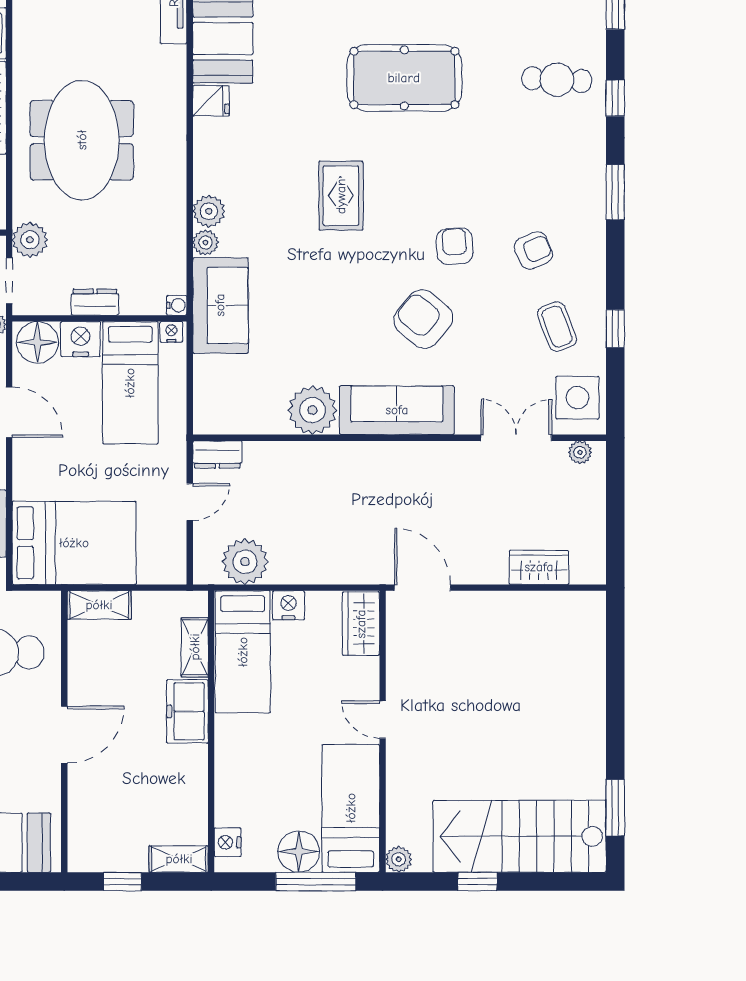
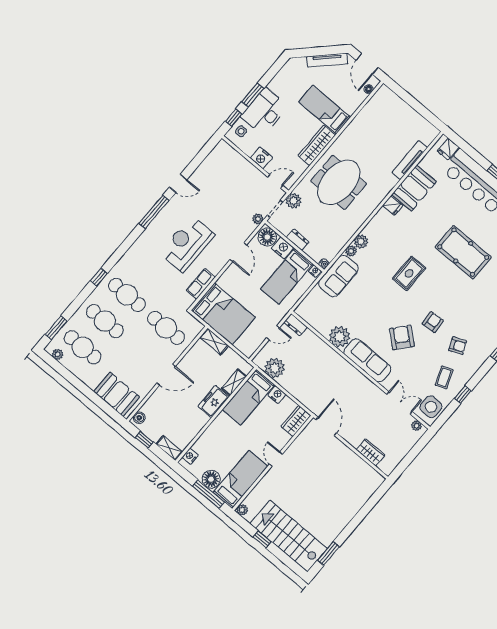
boiler: (81, 850) -> (139, 418), added

